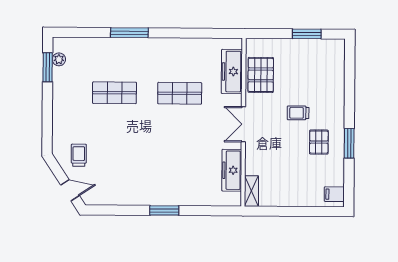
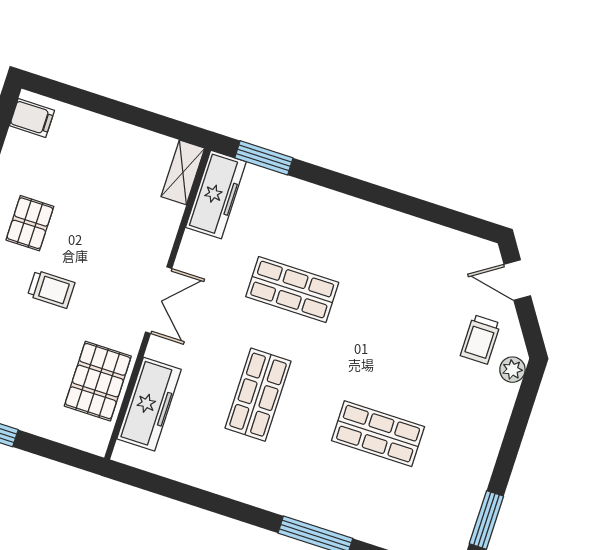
plant: (59, 59) -> (512, 370), moved
shop shelf: (180, 93) -> (258, 395), turned 90
shop shelf: (179, 150) -> (292, 290), added
freezer: (232, 170) -> (216, 194), moved
window: (164, 210) -> (264, 158), moved

